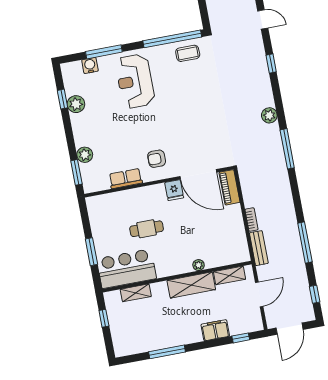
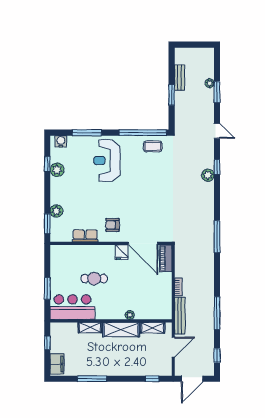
water cooler: (90, 65) -> (61, 141), moved
plant: (269, 115) -> (208, 175), moved
bench: (259, 248) -> (180, 316), width x1.36
shelving: (136, 293) -> (90, 328), moved
filing cabinet: (215, 330) -> (57, 364), moved, turned 90

